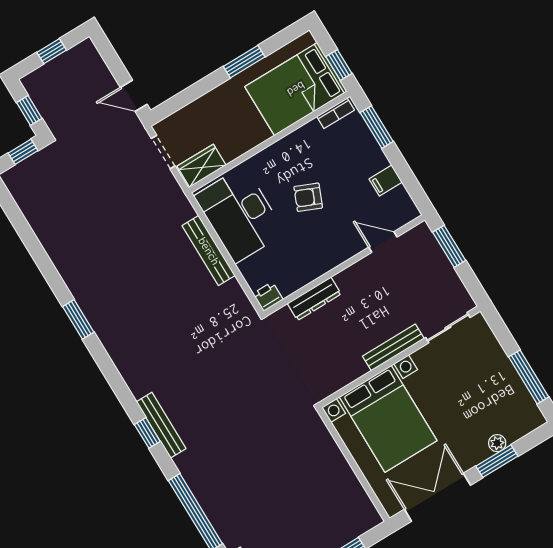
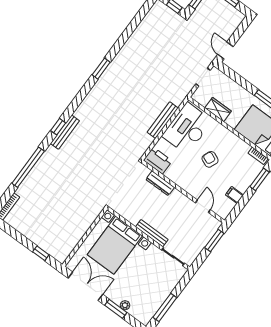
wardrobe: (201, 166) -> (218, 109), moved
printer: (268, 297) -> (158, 161), width x1.87, depth x1.48

